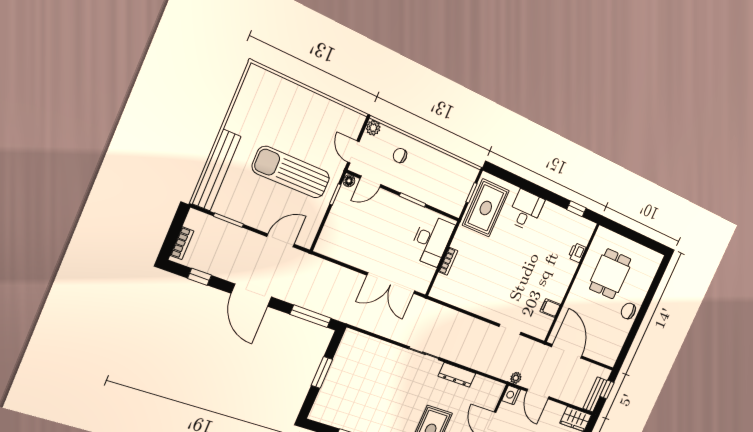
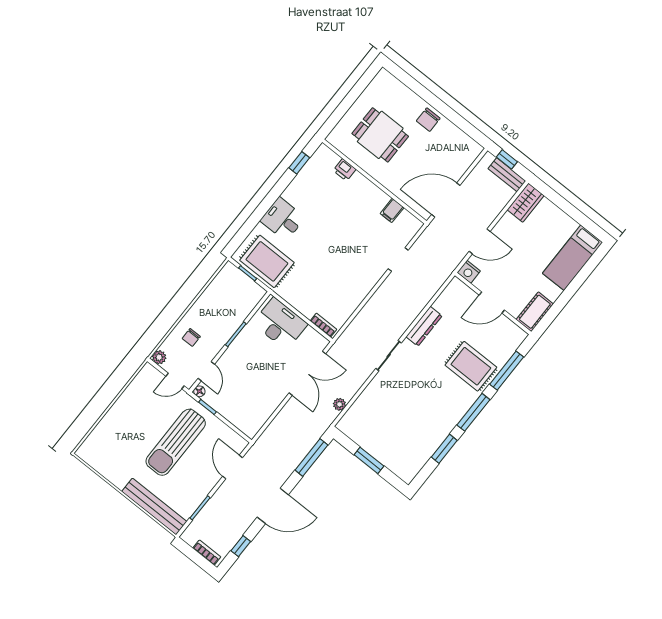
bookcase: (448, 261) -> (323, 325), moved
plant: (516, 378) -> (339, 404), moved

